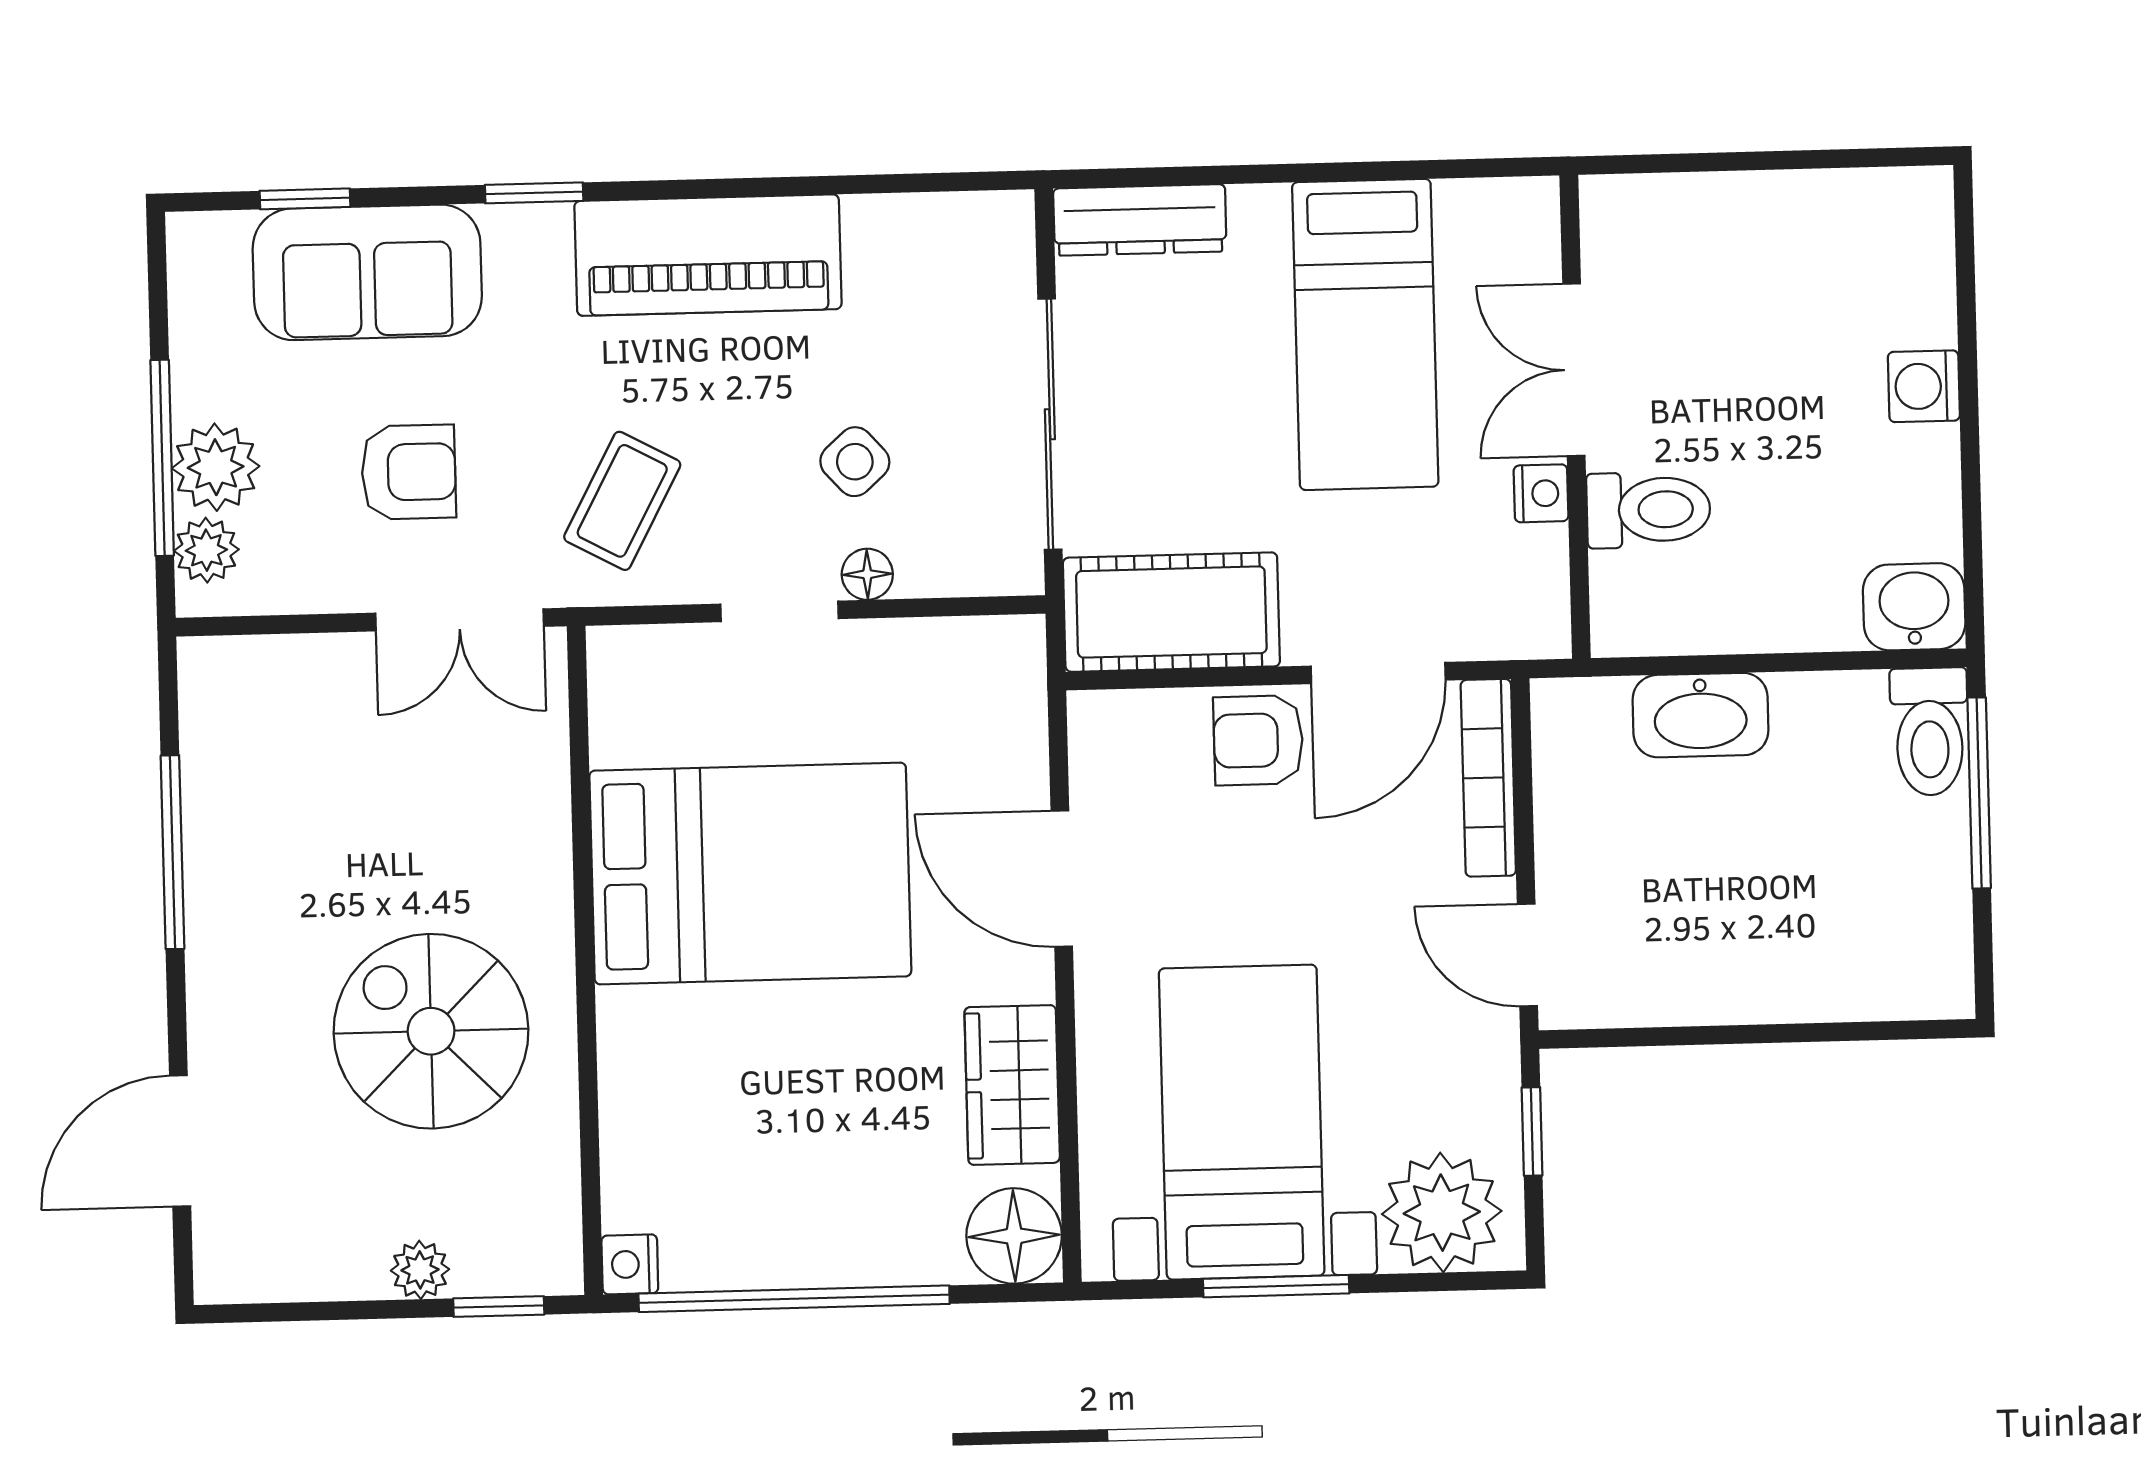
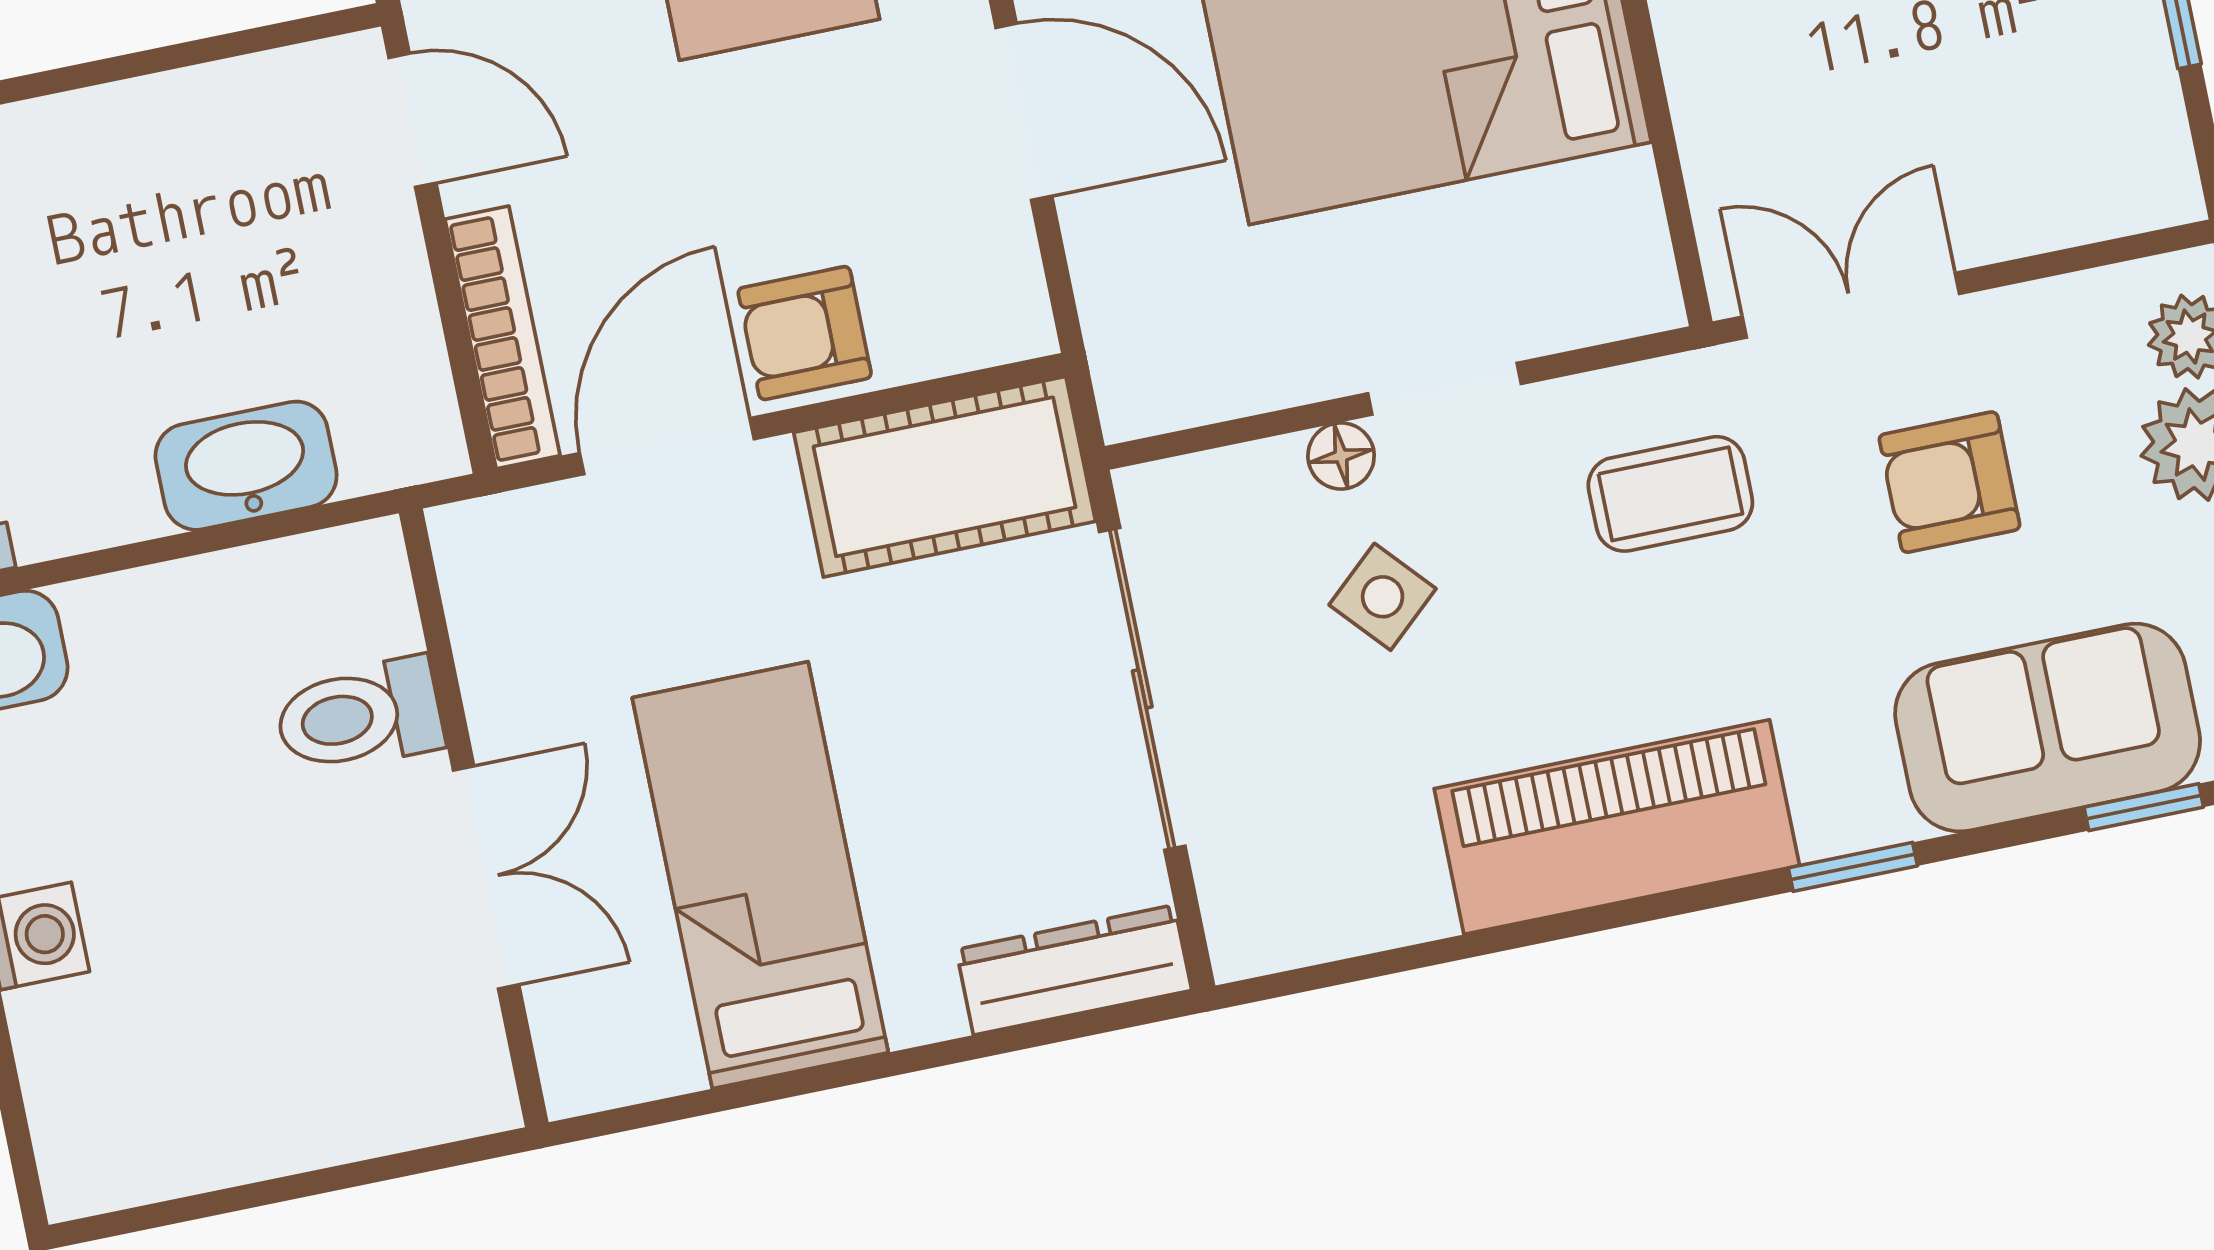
nightstand: (1541, 493) -> (500, 712), removed
coffee table: (622, 501) -> (1670, 494), turned 62
armchair: (1258, 740) -> (805, 333), turned 180

